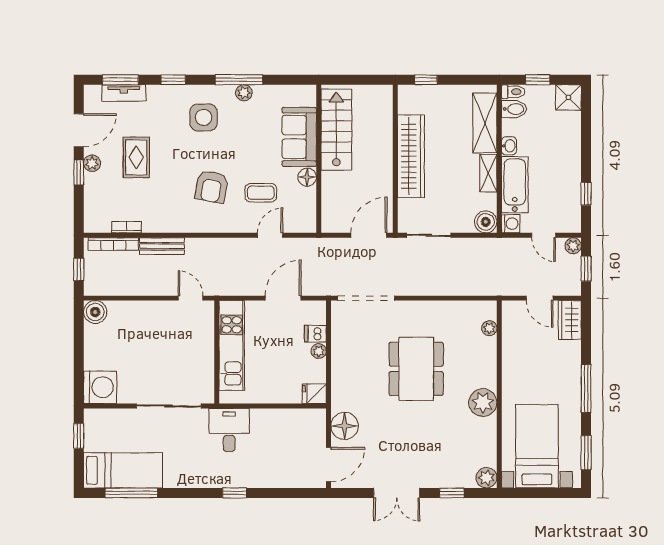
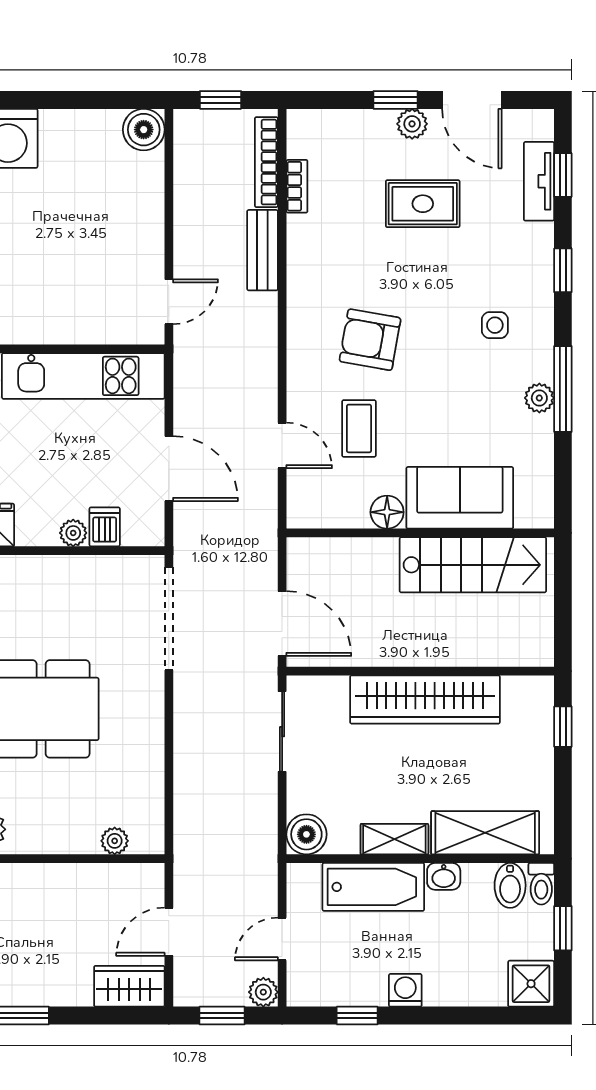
window: (120, 80) -> (563, 175), width x0.67
side table: (204, 117) -> (495, 325), width x0.54, depth x0.54
washing machine: (511, 224) -> (405, 990), moved, turned 180

